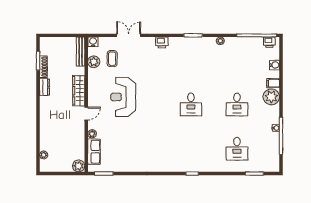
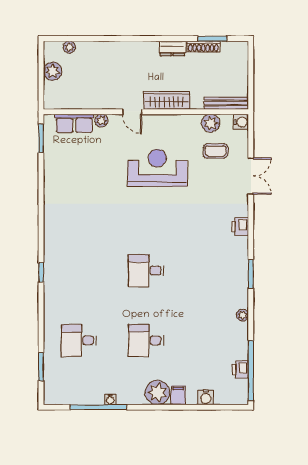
printer: (269, 42) -> (241, 370), moved
plant: (79, 166) -> (53, 71), moved

